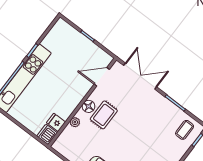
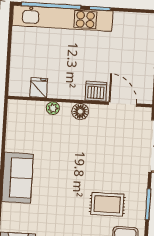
rug: (104, 115) -> (107, 204), moved
dishwasher: (47, 134) -> (96, 91), moved

